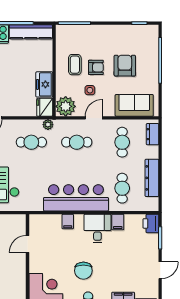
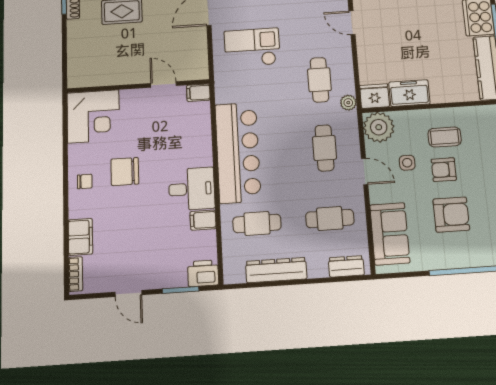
armchair: (96, 67) -> (444, 170), turned 90
filing cabinet: (68, 222) -> (198, 93), moved

